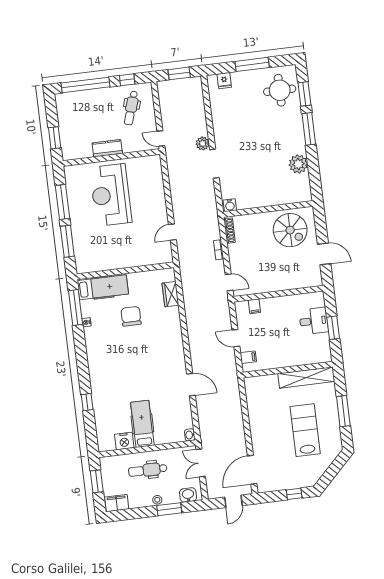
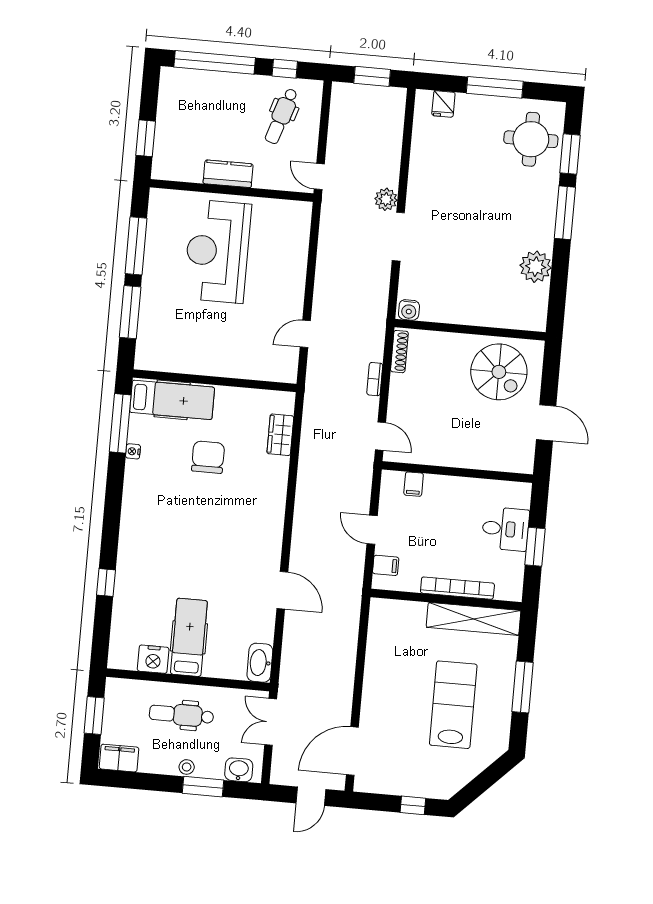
bookcase: (293, 361) -> (457, 588), added
washbasin: (190, 435) -> (260, 663), width x1.91, depth x1.45

